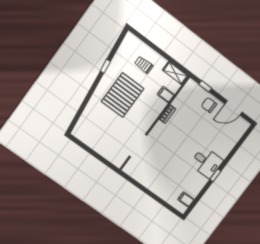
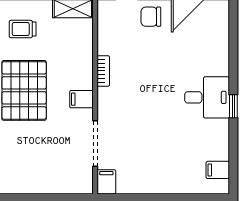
filing cabinet: (166, 95) -> (81, 99), moved
filing cabinet: (130, 168) -> (106, 182), added

